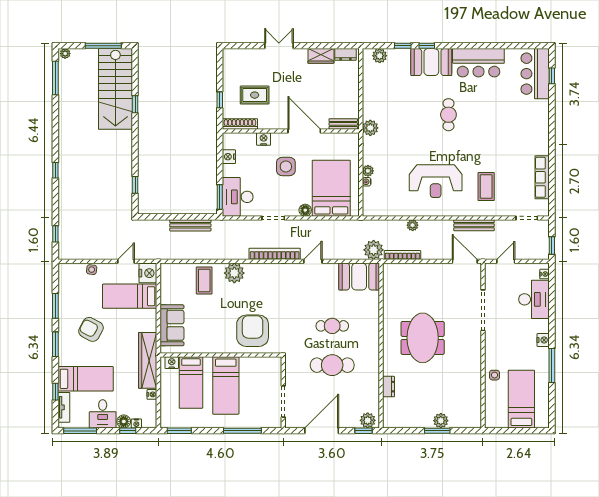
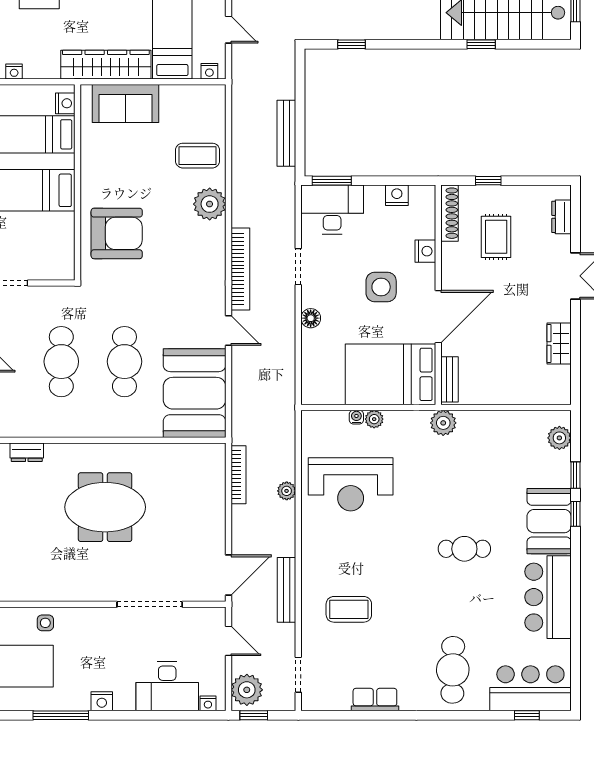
dresser: (345, 54) -> (561, 217), moved
cafe table: (524, 122) -> (453, 670), added
row of seats: (542, 177) -> (375, 700), width x0.68
reception desk: (436, 181) -> (351, 484), moved, turned -90
bed: (331, 188) -> (390, 374), moved, turned 180
plant: (374, 250) -> (247, 690), moved
nightstand: (148, 273) -> (209, 71), width x0.53, depth x0.56
booth: (359, 277) -> (195, 393), width x1.36, depth x1.42
cafe table: (332, 326) -> (124, 362), width x1.37, depth x1.35
wardrobe: (148, 360) -> (106, 65), moved

